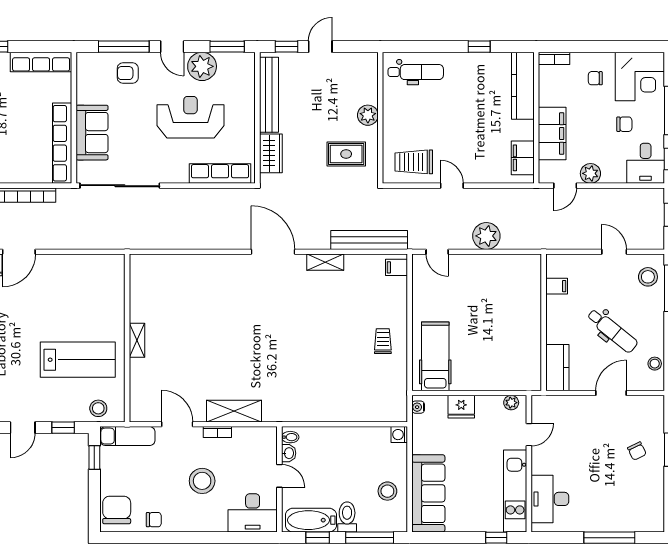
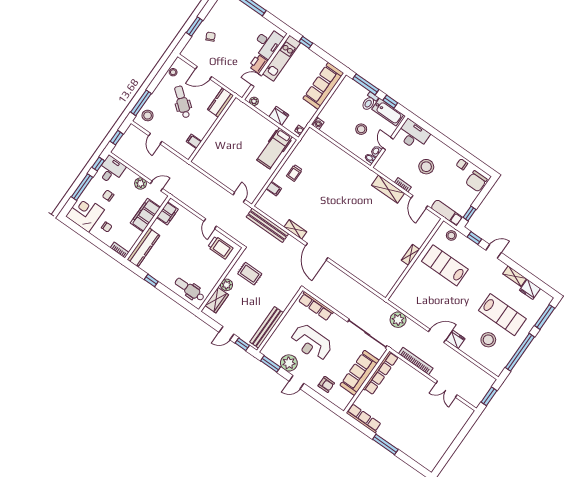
window: (124, 47) -> (319, 398), removed
door: (172, 47) -> (296, 382), swing flipped
sofa: (92, 133) -> (360, 373), width x1.36
wardrobe: (271, 153) -> (217, 300), moved, turned 180
plant: (486, 236) -> (398, 320), moved
filing cabinet: (396, 267) -> (274, 189), moved
printer: (542, 460) -> (258, 64), added
stool: (387, 491) -> (361, 129), moved

